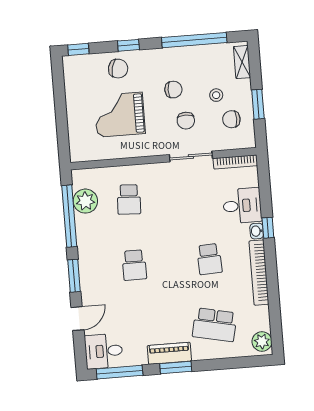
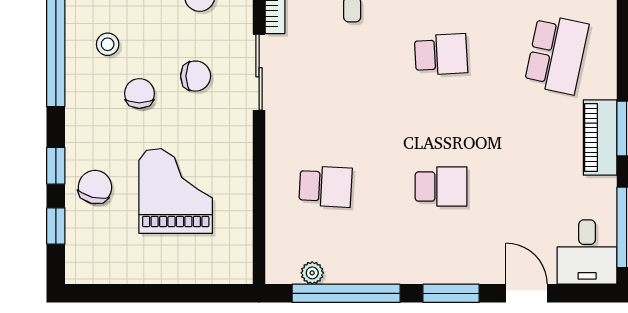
window: (78, 49) -> (56, 226), moved
stool: (216, 95) -> (108, 44), moved
grand piano: (120, 115) -> (176, 191), turned 180
plant: (85, 201) -> (312, 273), width x0.53, depth x0.53

